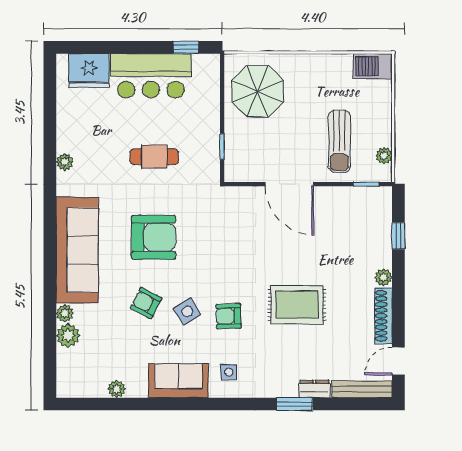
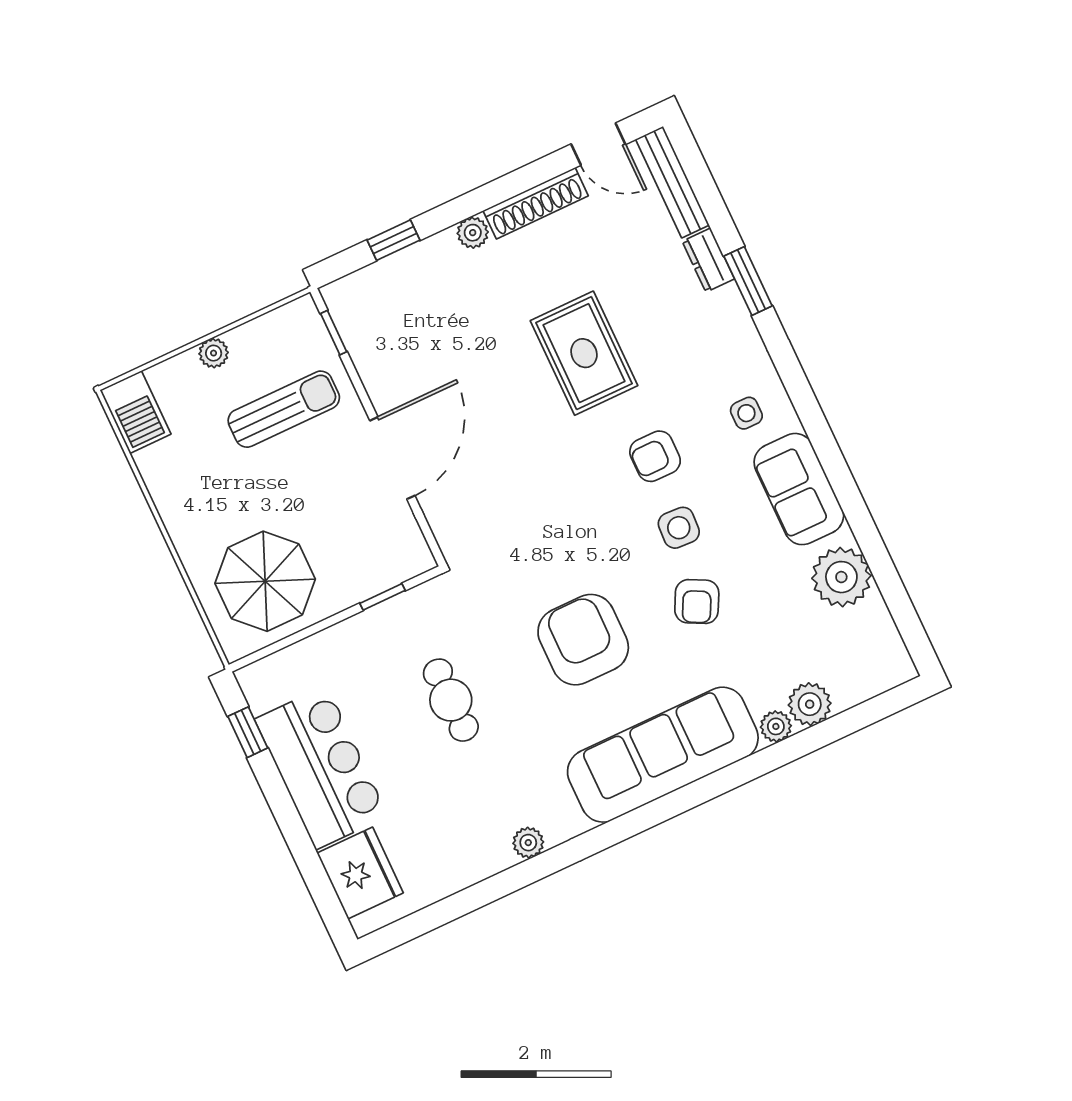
plant: (384, 156) -> (214, 353), moved
side table: (187, 311) -> (679, 528), turned 34
armchair: (229, 316) -> (655, 456), turned 92
plant: (117, 389) -> (841, 577), width x1.87, depth x1.87

